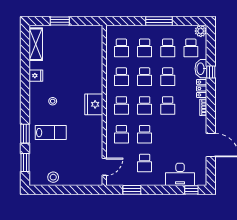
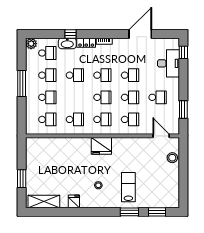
school desk: (145, 77) -> (130, 75), moved
stool: (53, 177) -> (172, 158), moved

